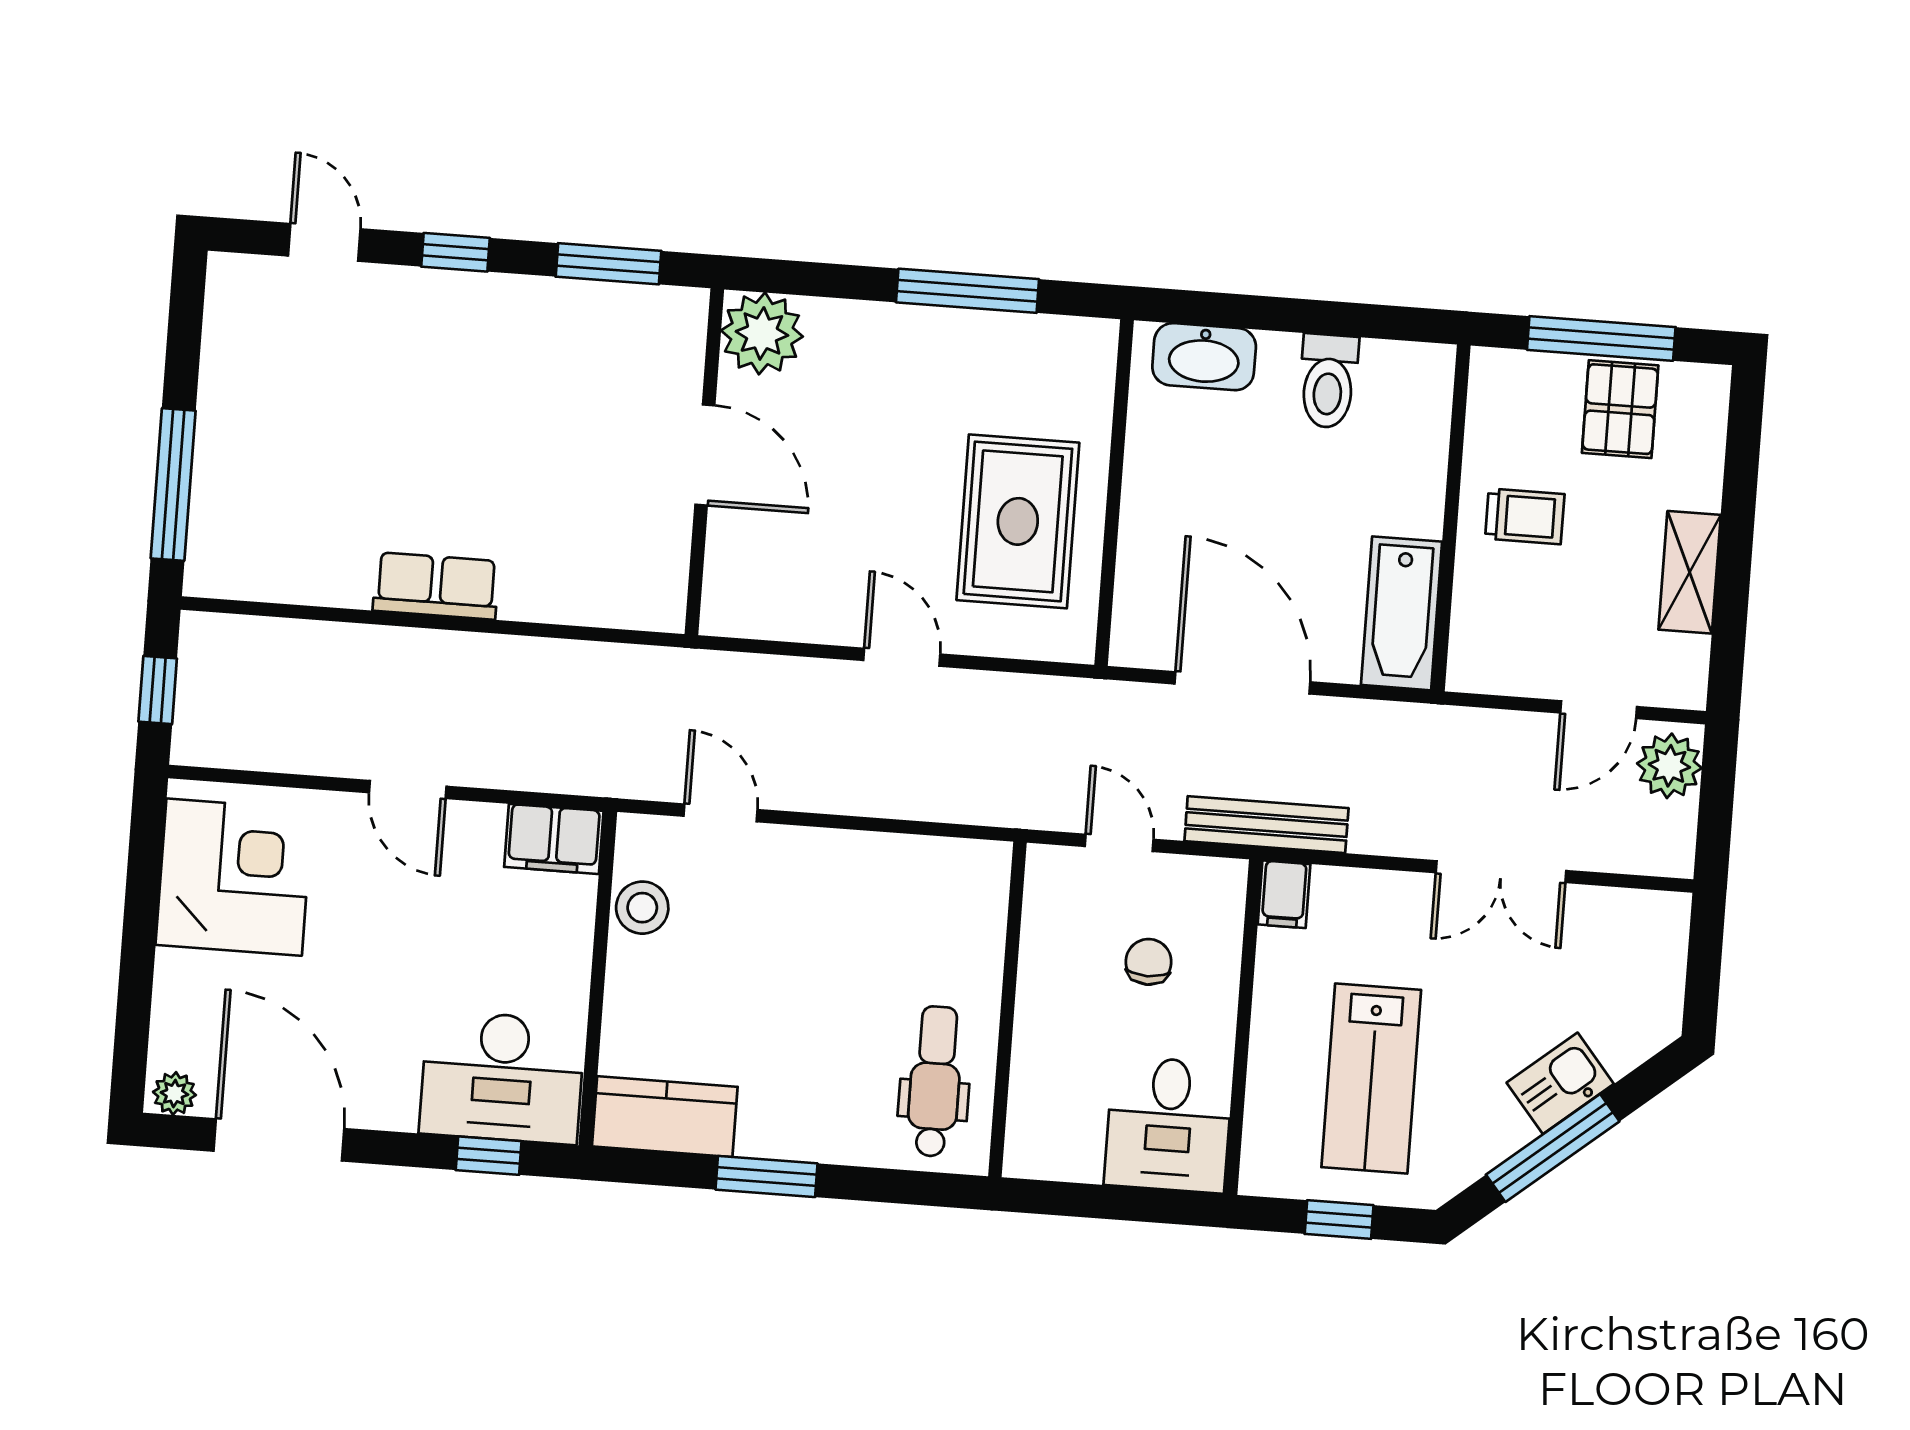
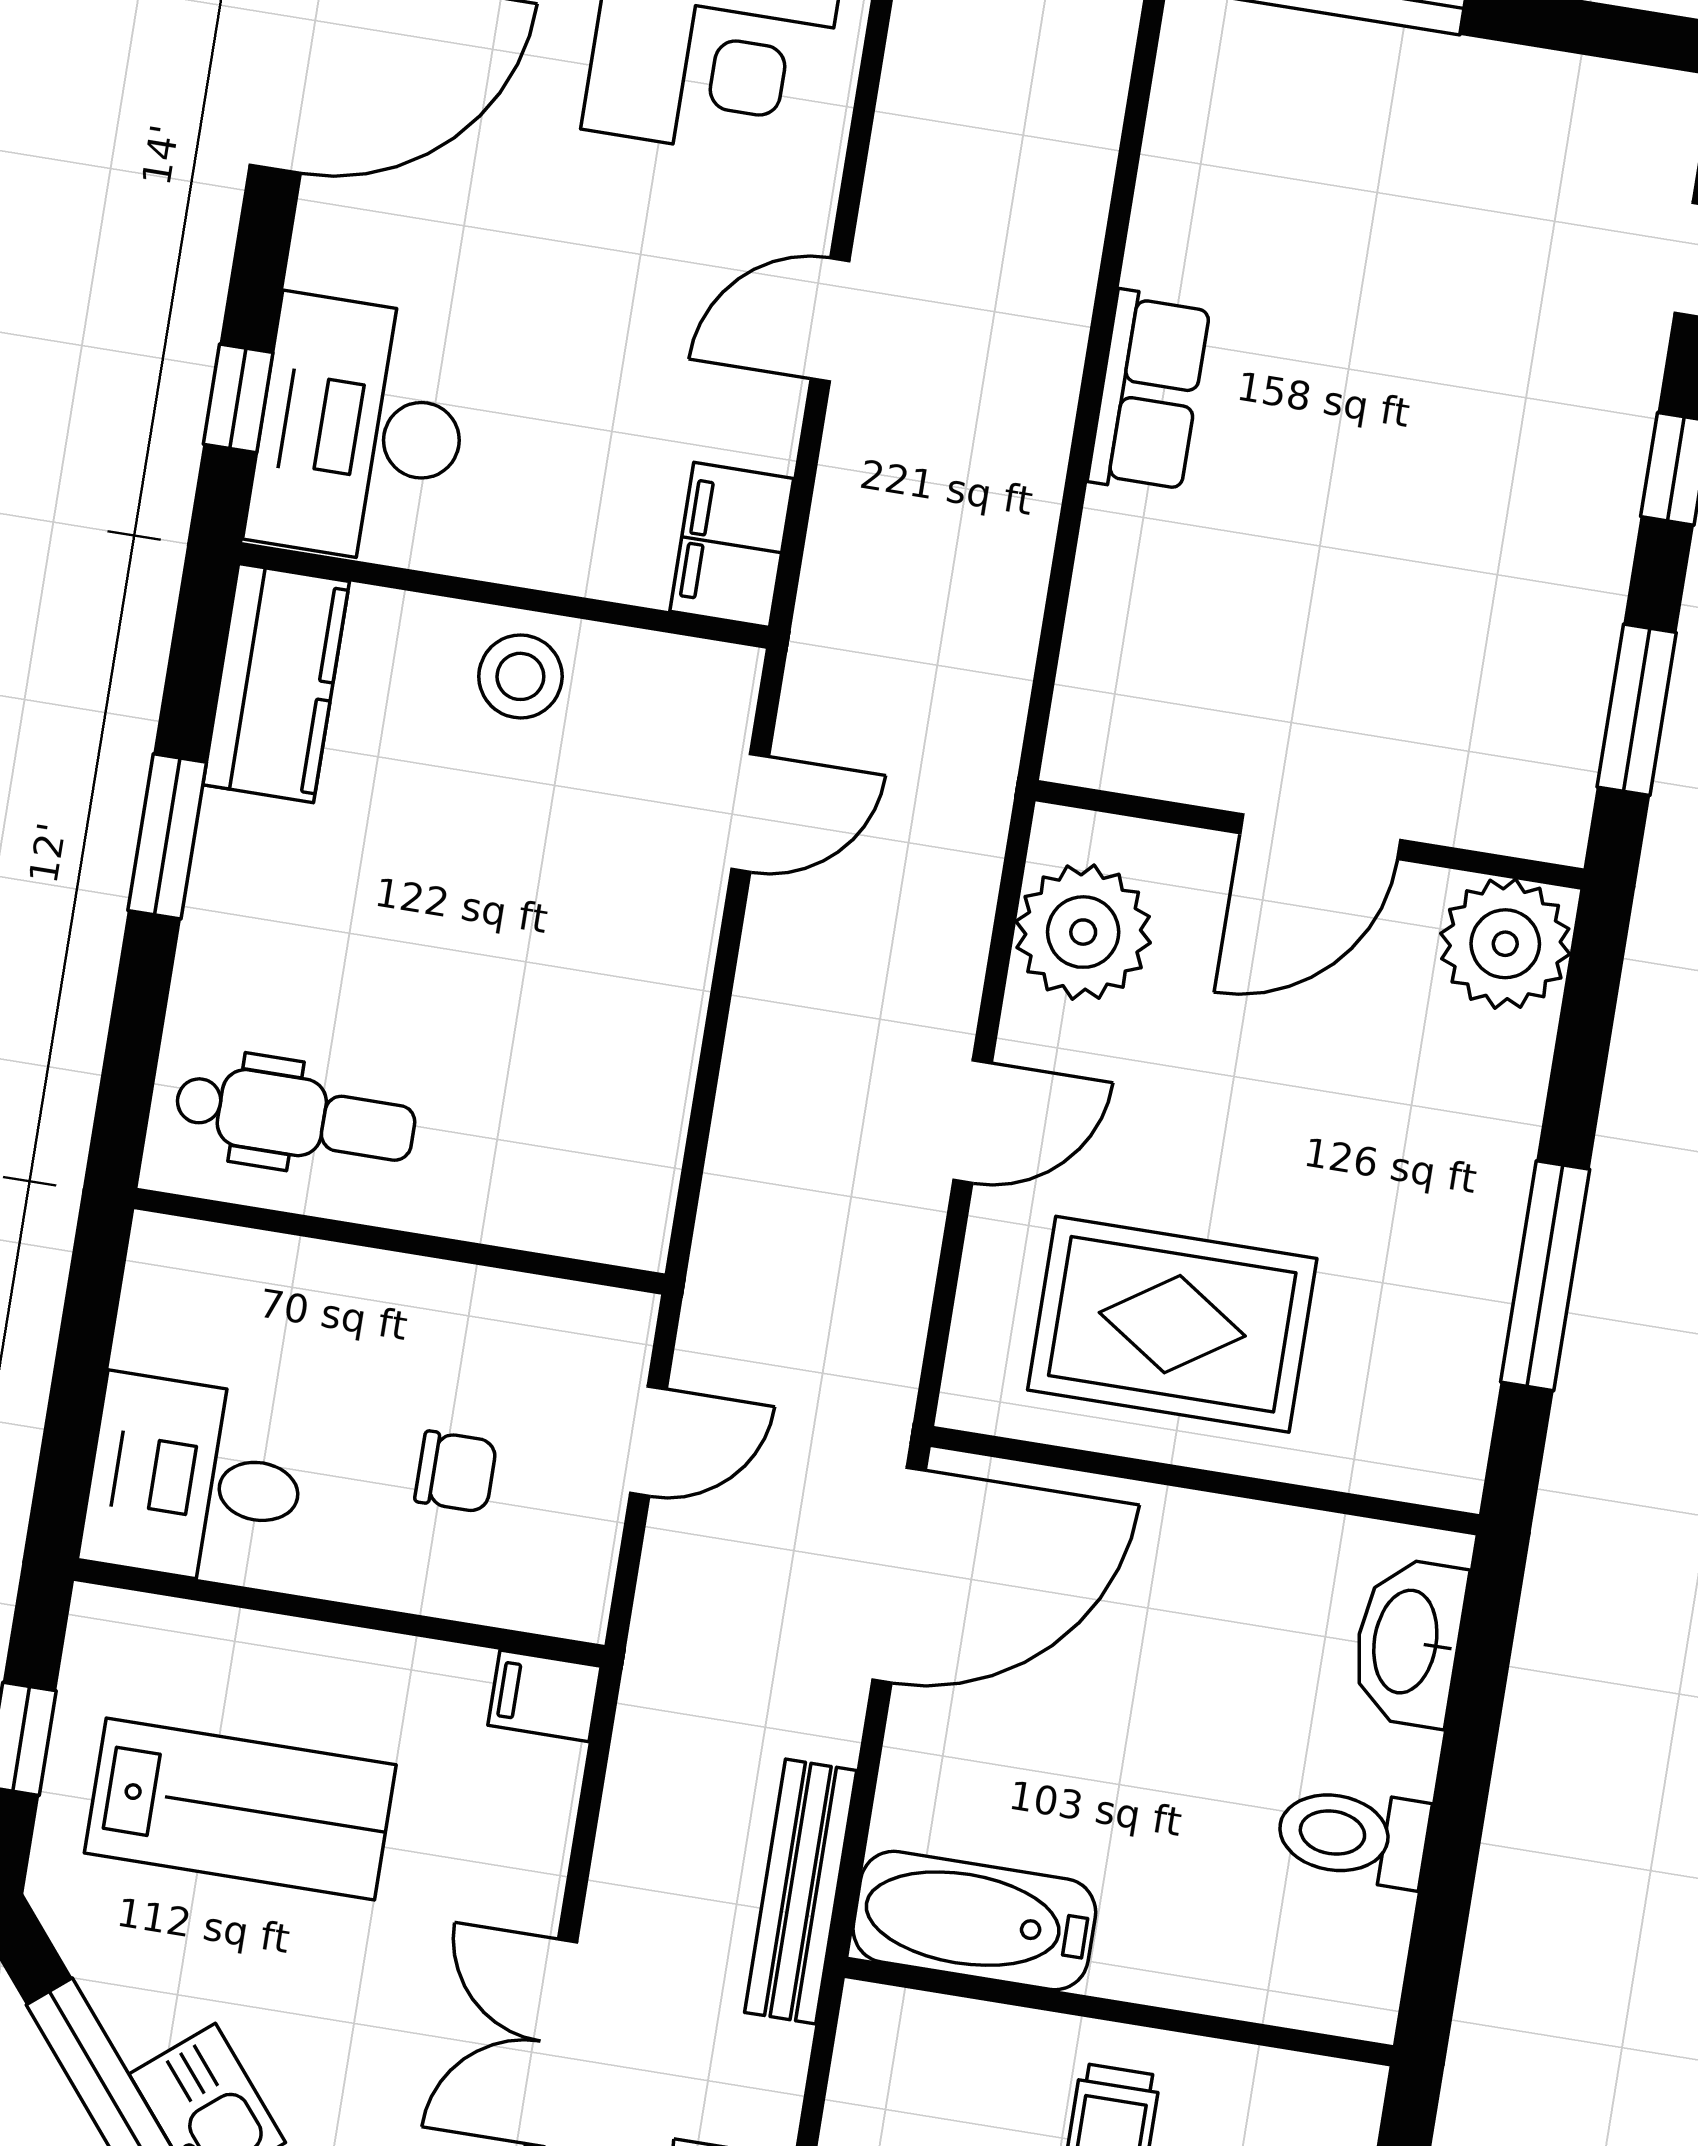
plant: (777, 598) -> (1083, 932), added
door: (1242, 683) -> (899, 1575), moved
bench: (1266, 825) -> (801, 1891), moved
stool: (642, 908) -> (520, 676), moved
lab bench: (1371, 1079) -> (240, 1809), turned 180

